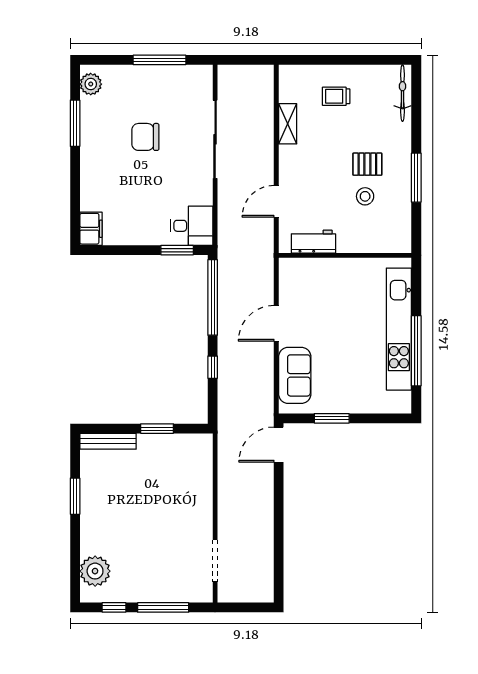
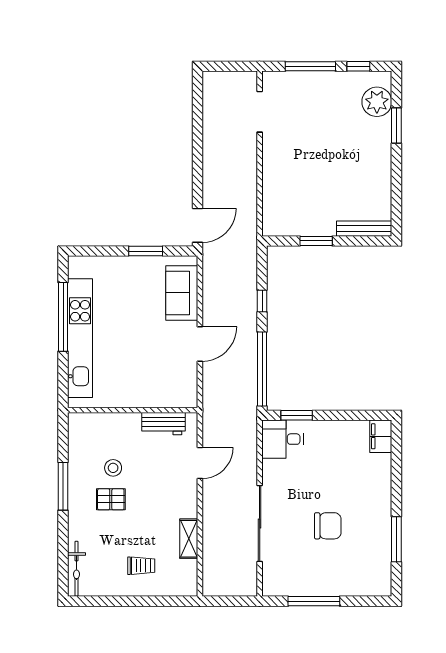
plant: (91, 84) -> (381, 578), removed
window: (75, 496) -> (396, 126), moved

